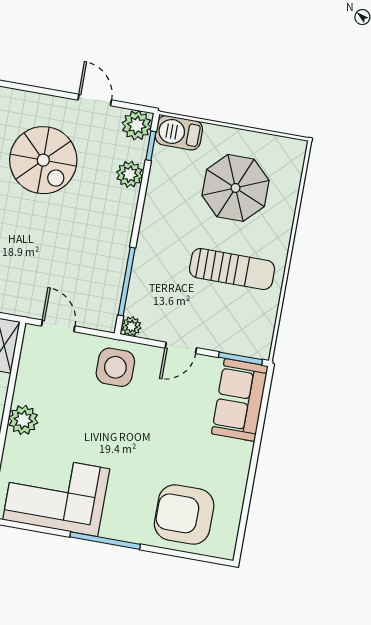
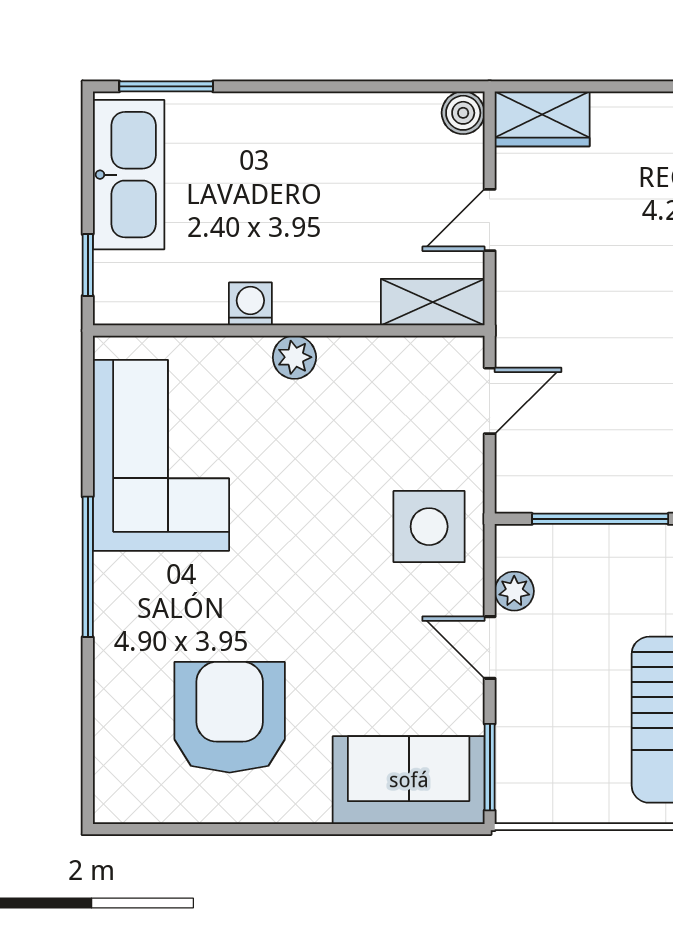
plant: (131, 326) -> (514, 591), moved
plant: (23, 420) -> (294, 357), width x0.73, depth x0.73
armchair: (184, 515) -> (230, 717), moved

